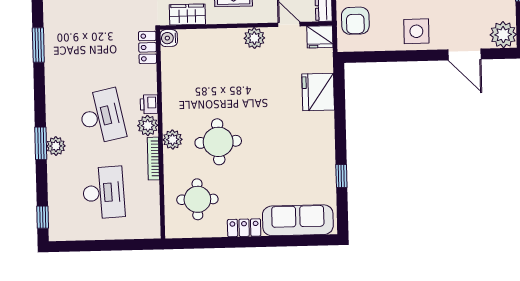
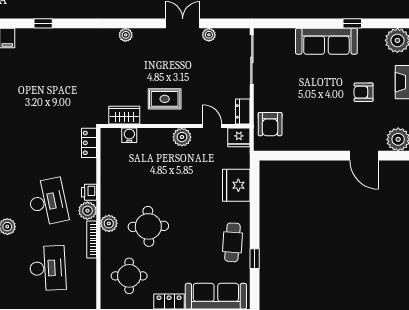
side table: (416, 31) -> (323, 135), removed
water cooler: (169, 38) -> (129, 135), moved, turned 90
cafe table: (315, 158) -> (232, 242), added

